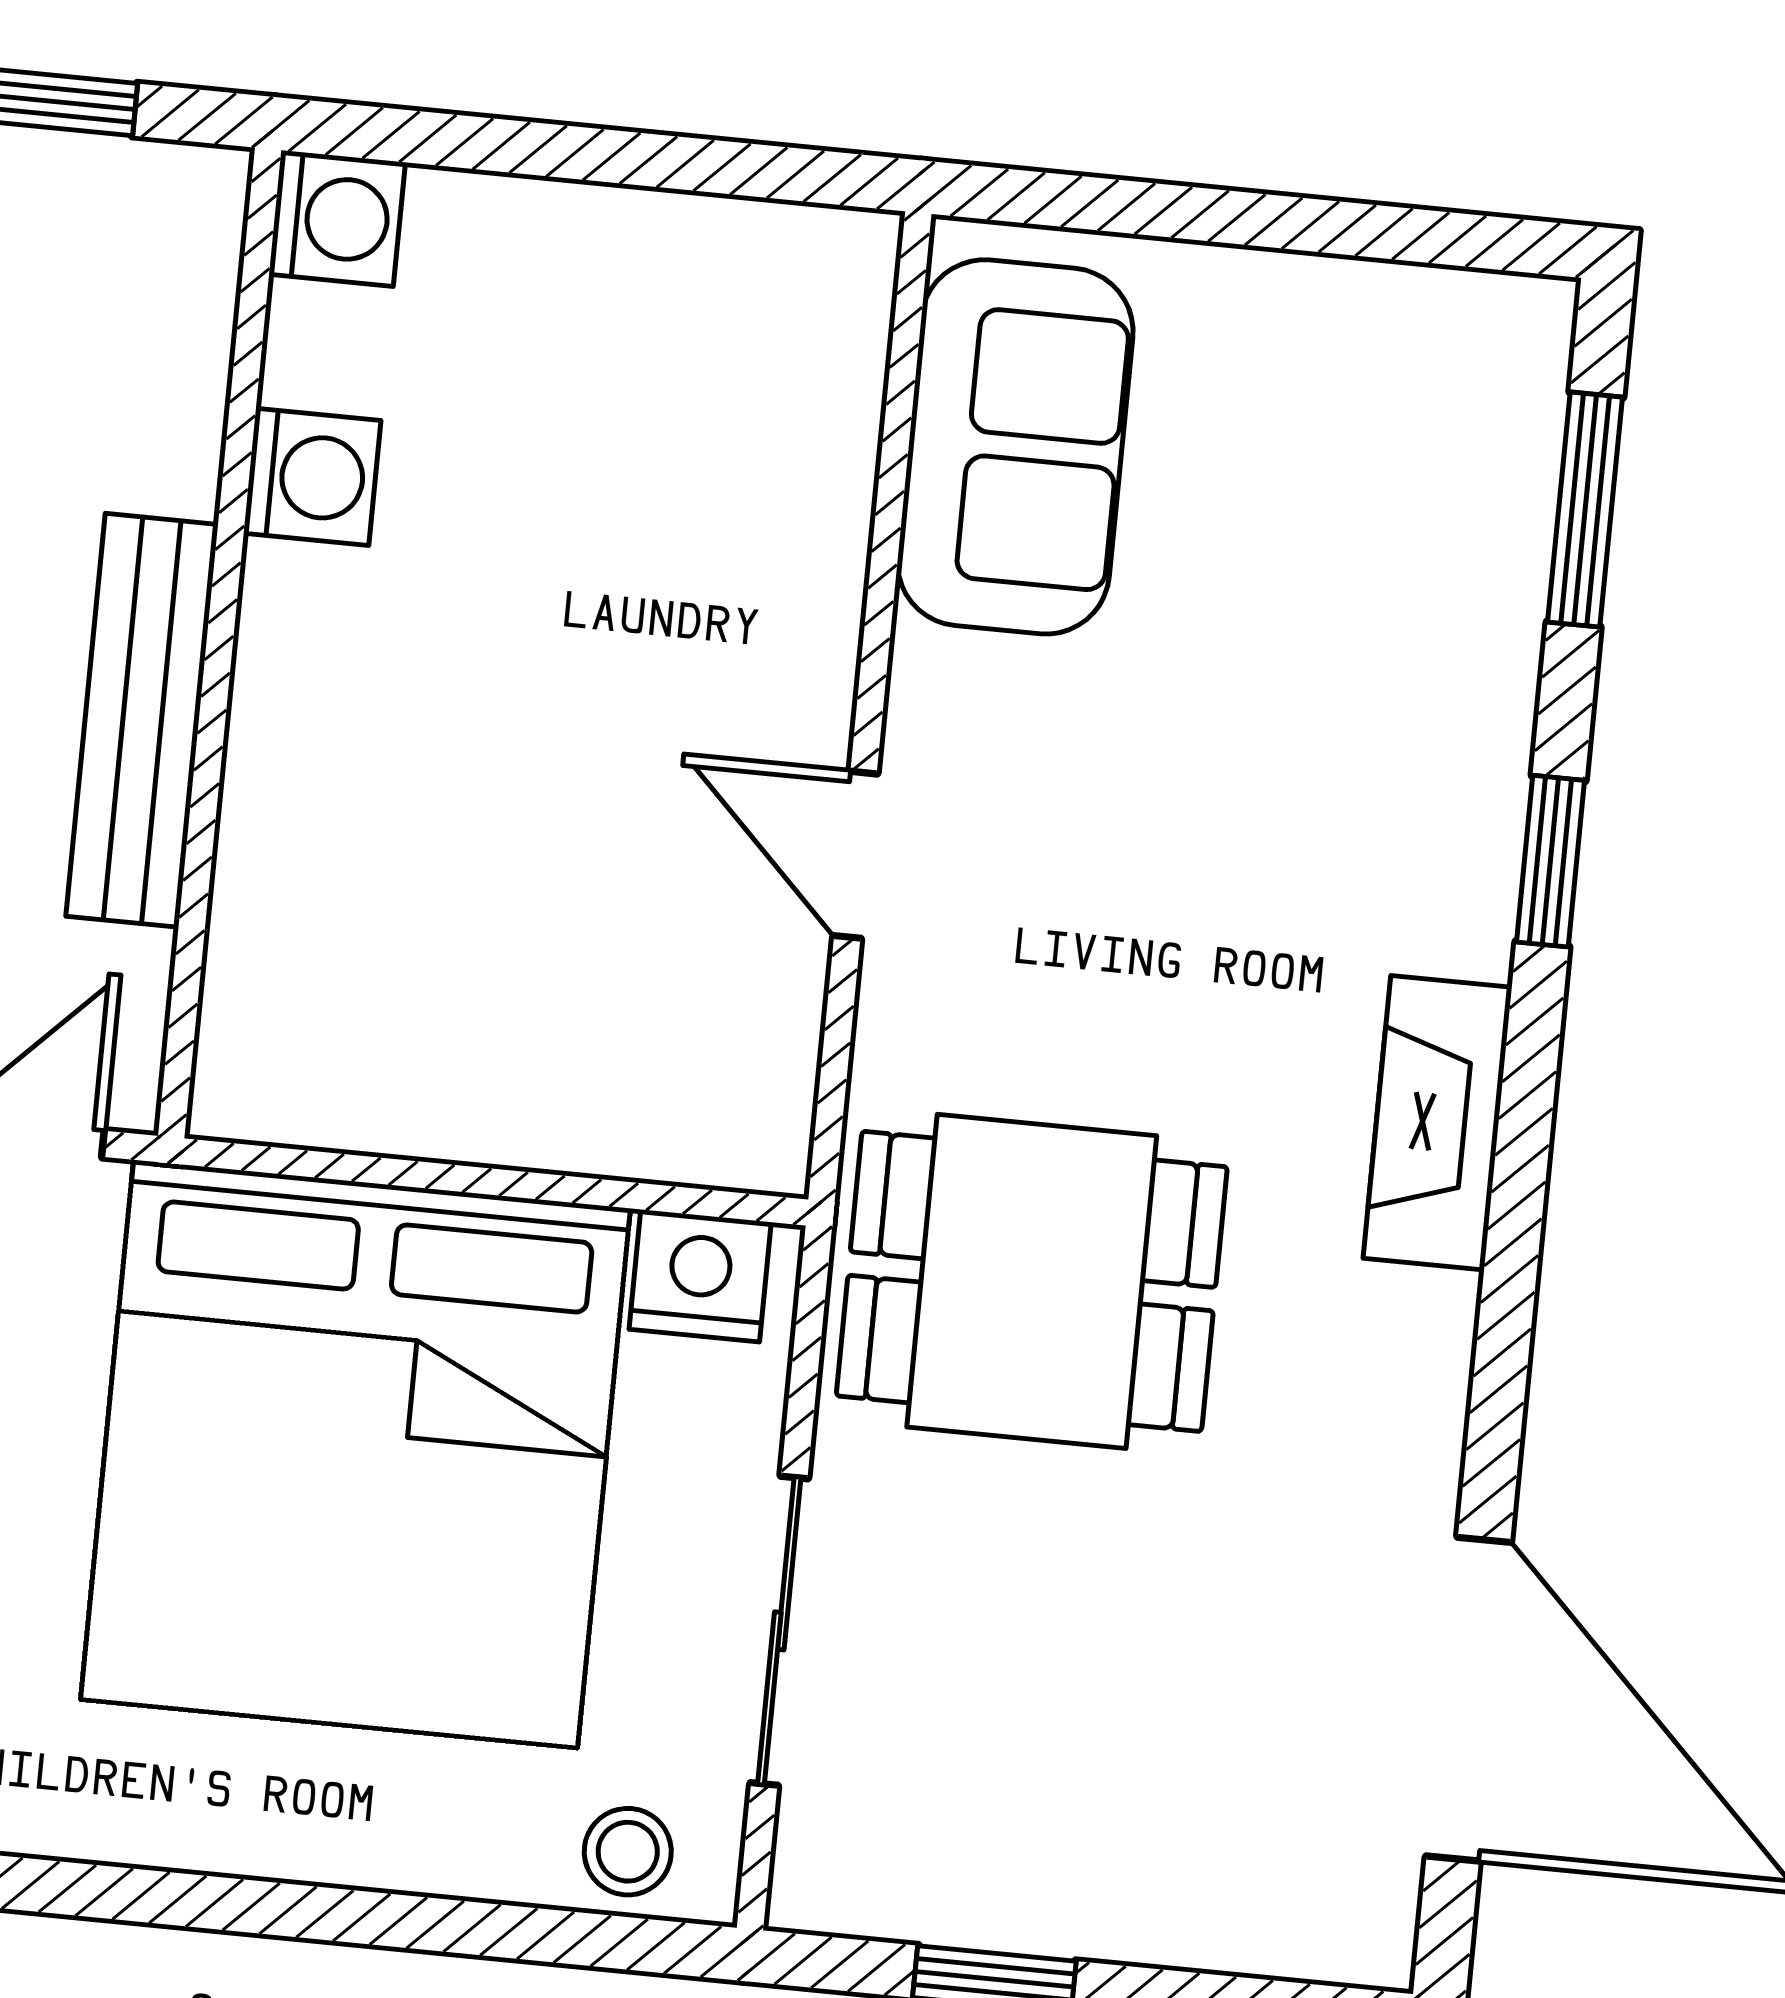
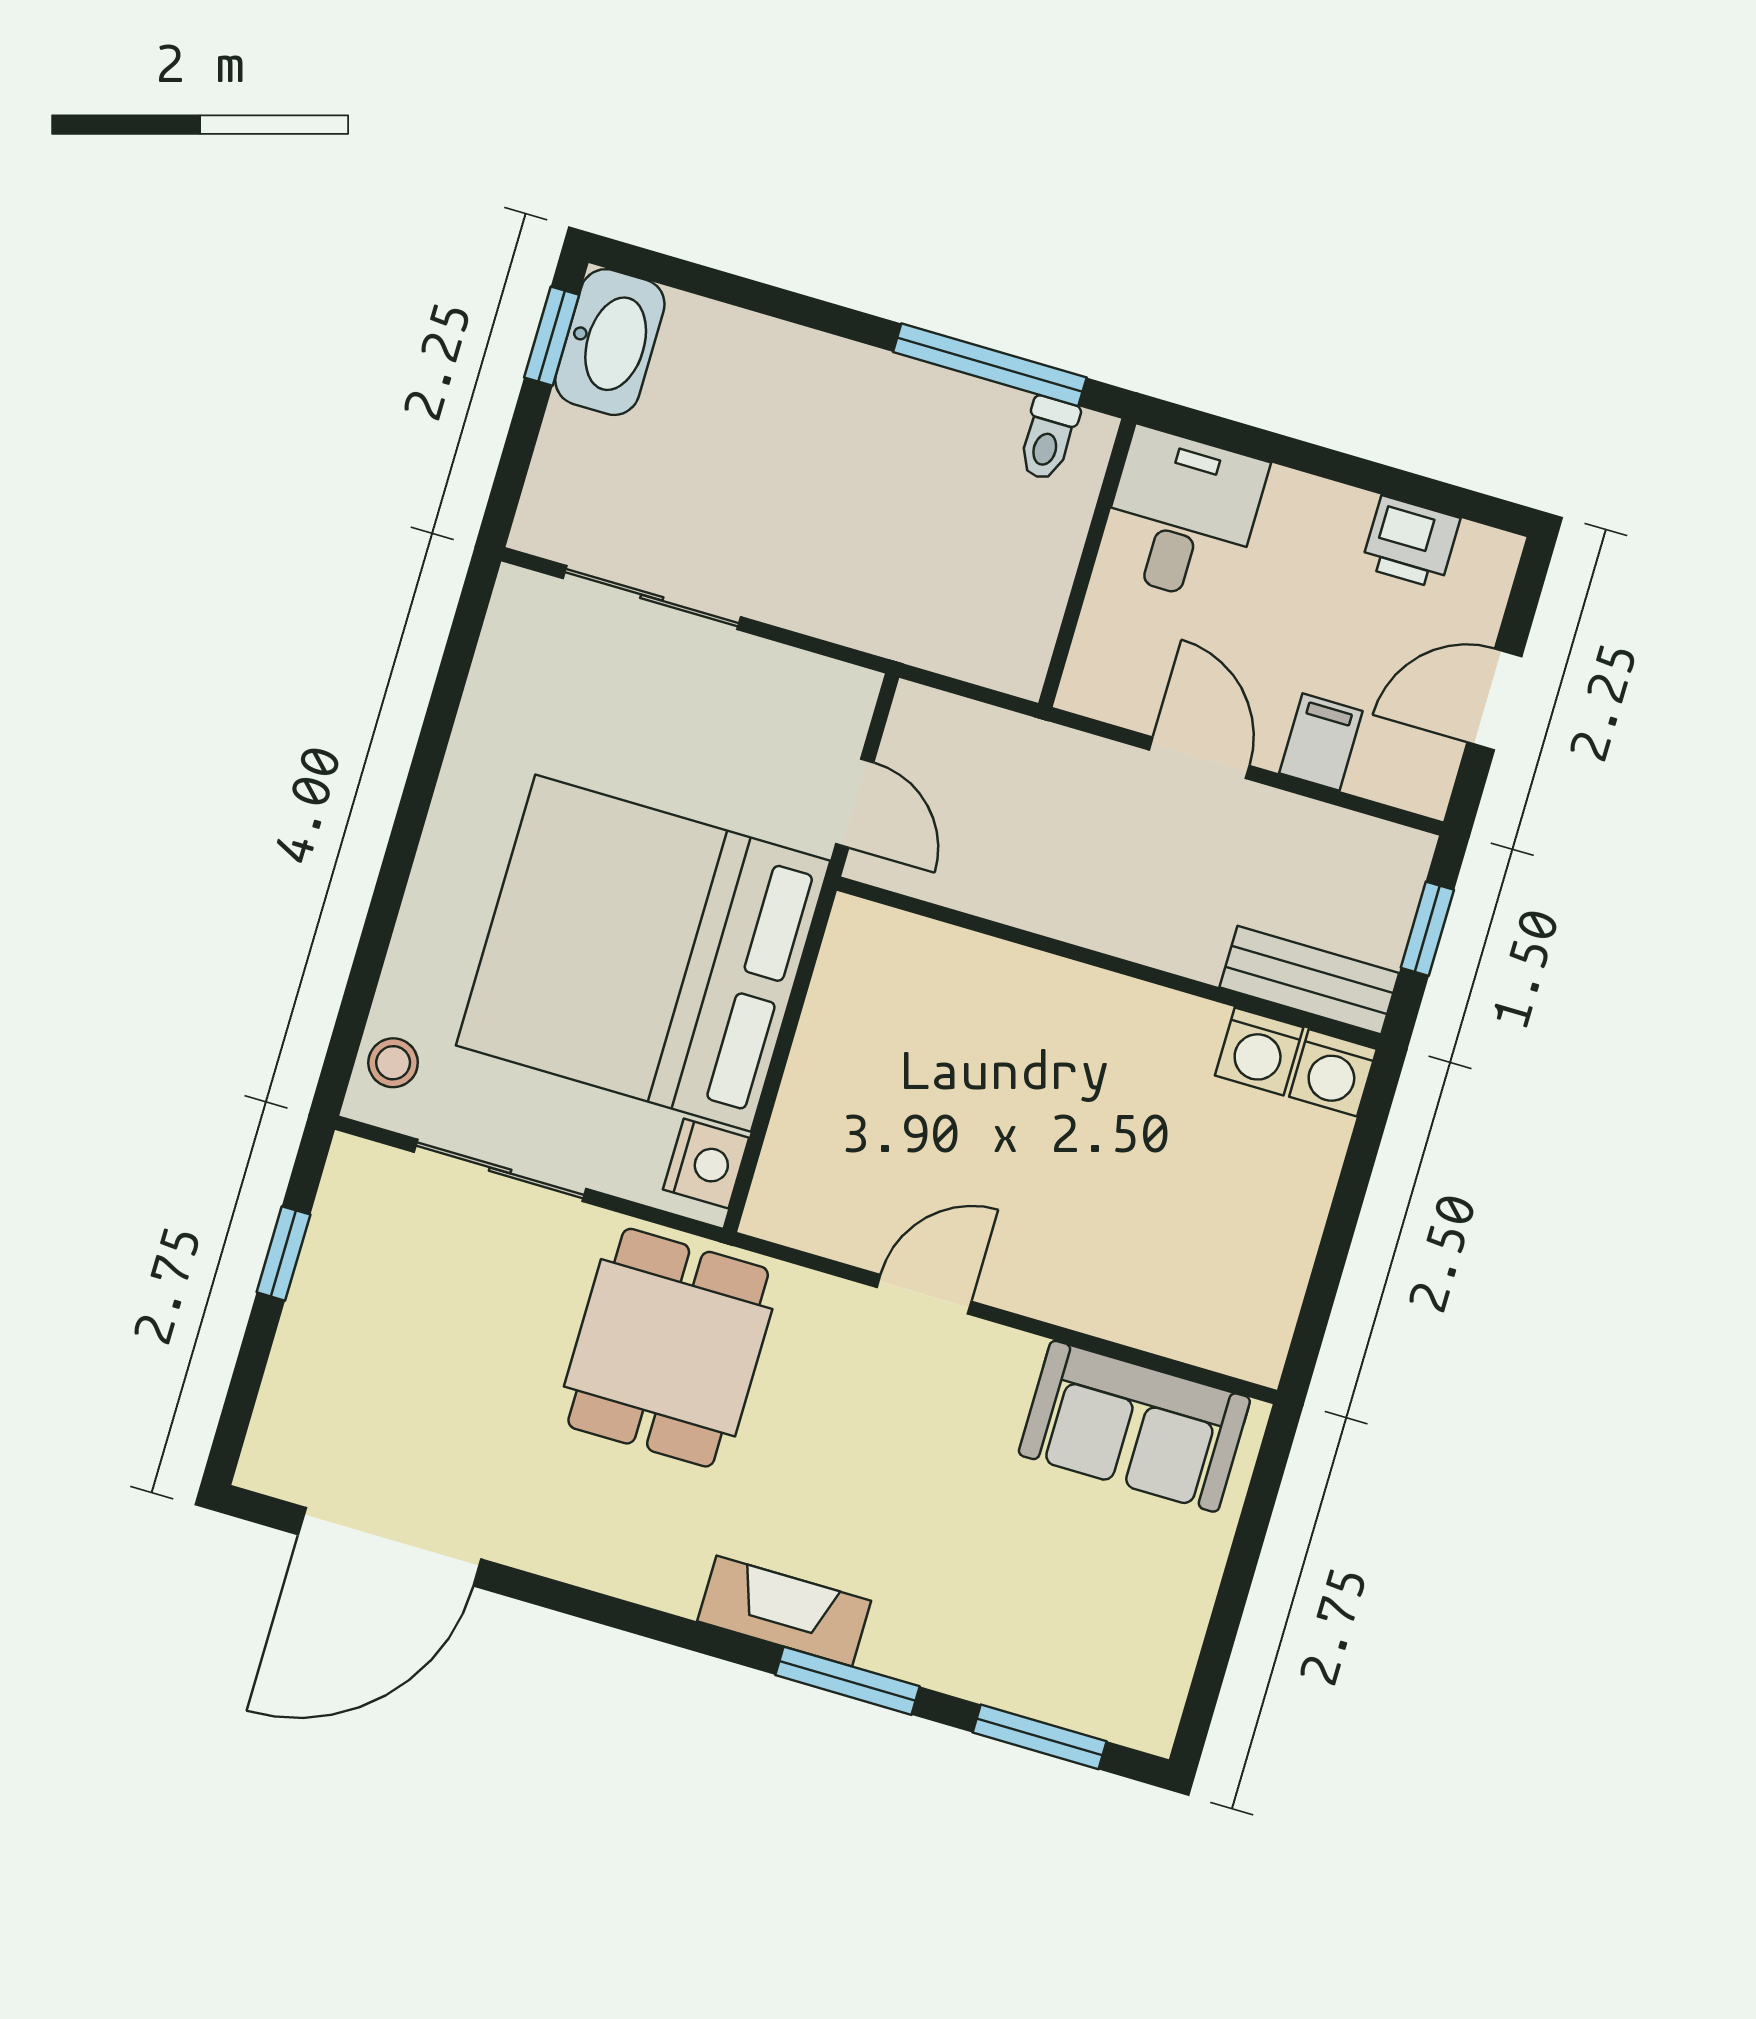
washing machine: (312, 477) -> (1259, 1051), moved
bench: (142, 720) -> (1309, 980), moved, width x0.73
window: (1551, 861) -> (847, 1681), width x1.50
fireplace: (1438, 1123) -> (784, 1611), moved

